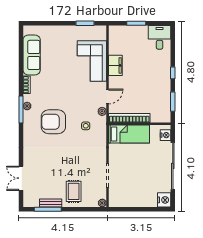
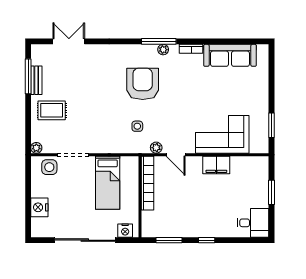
bed: (129, 134) -> (108, 183), moved
side table: (117, 193) -> (49, 167), added
nightstand: (164, 200) -> (39, 207), moved, turned 90

